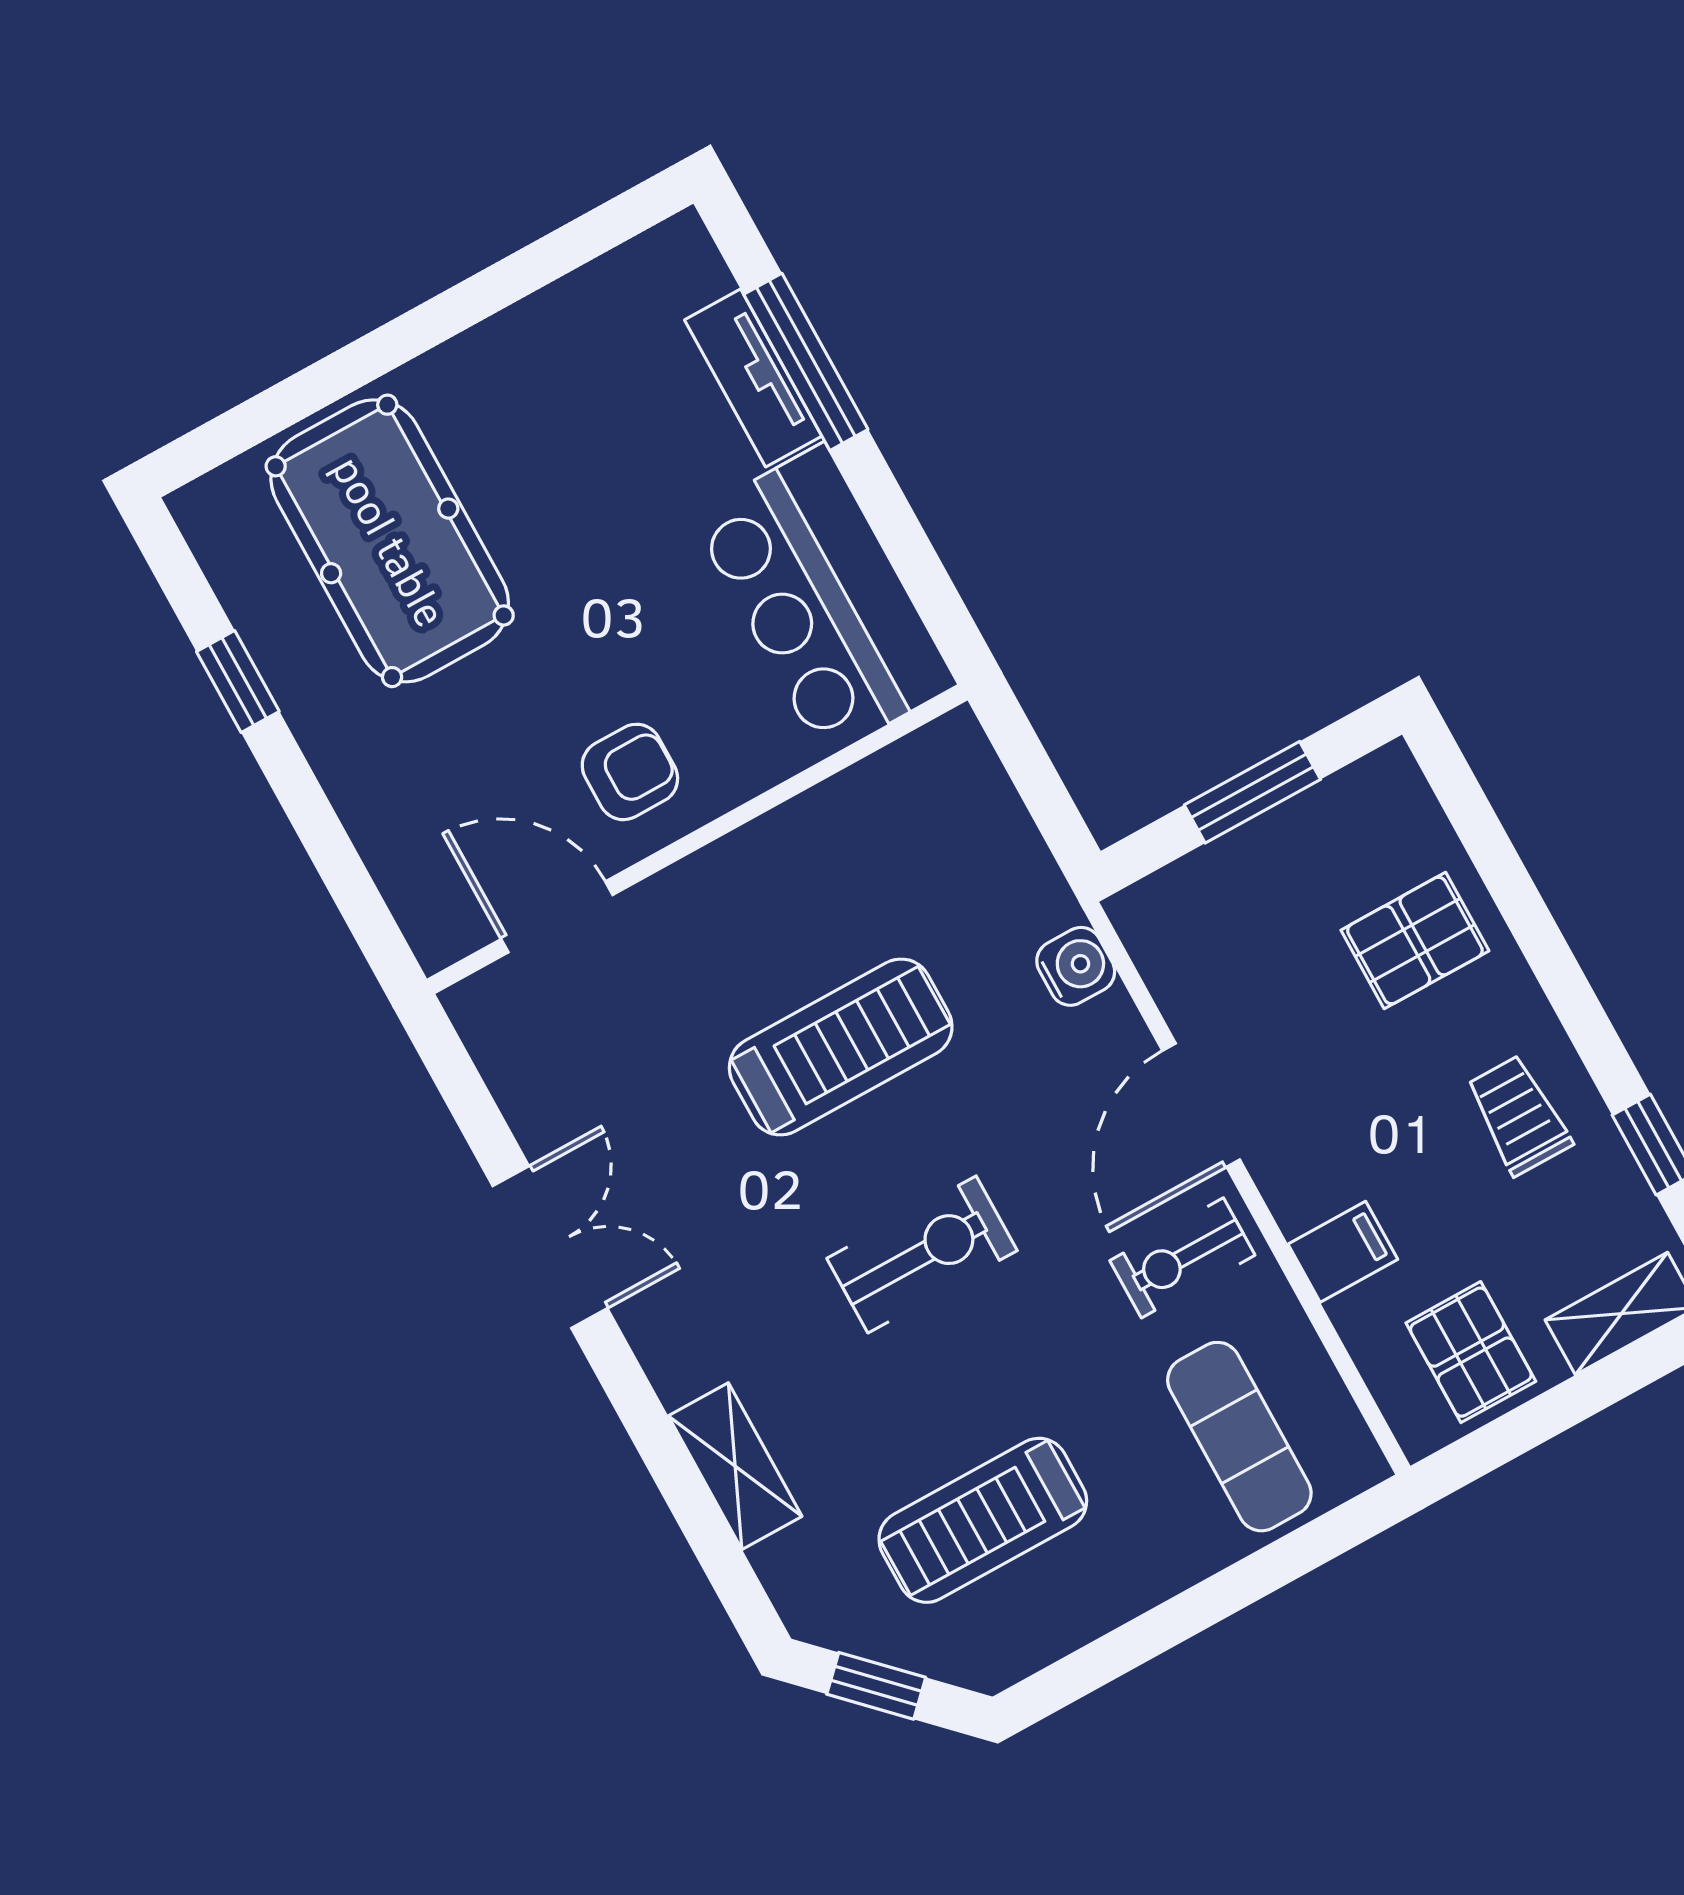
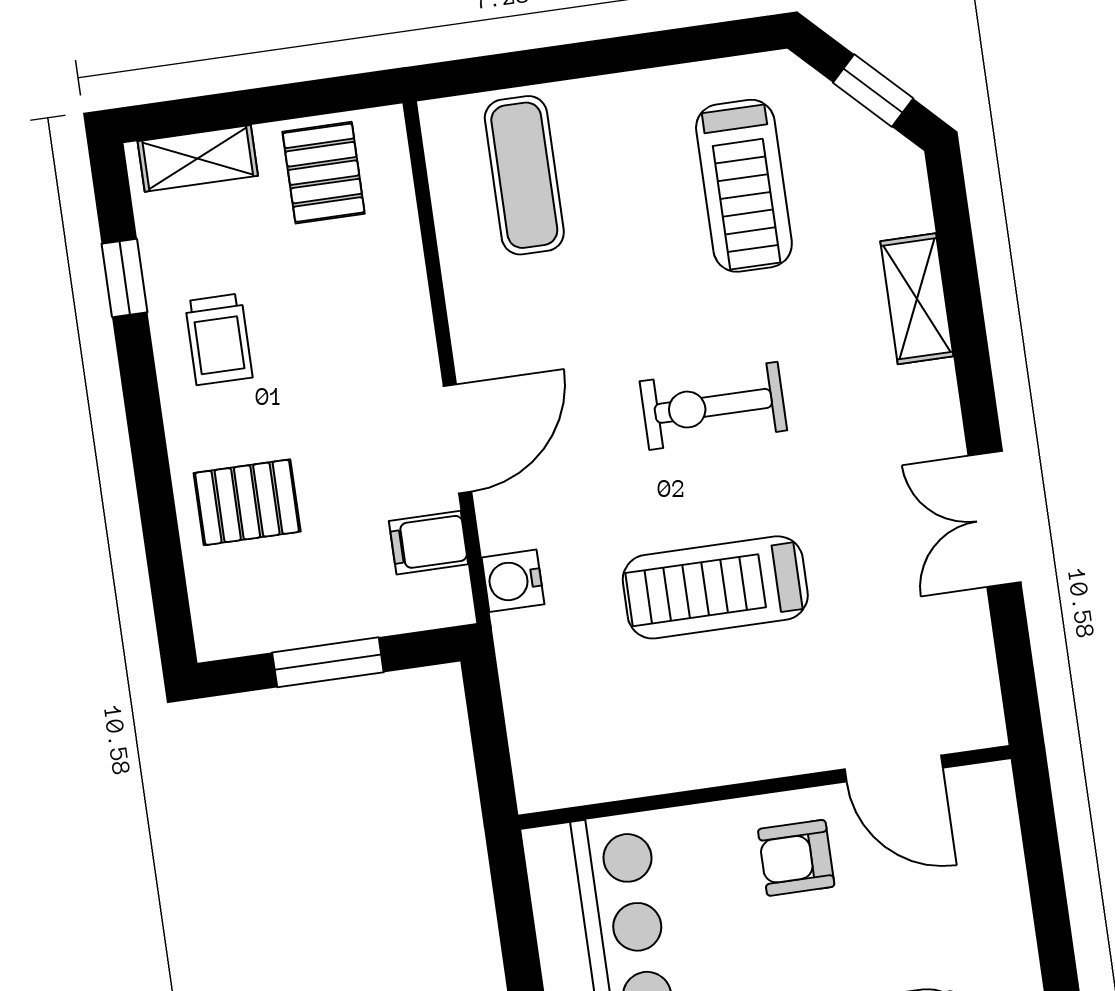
filing cabinet: (1343, 1252) -> (429, 543), moved
exercise bike: (1182, 1258) -> (516, 328), removed
treadmill: (983, 1520) -> (744, 186), turned 90

